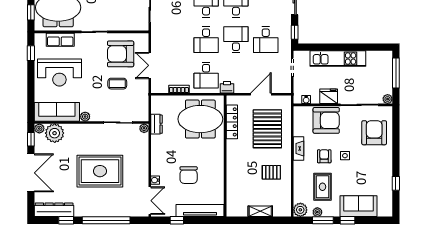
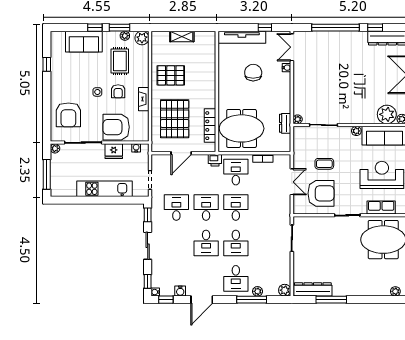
desk: (236, 40) -> (206, 208), turned 180
rug: (100, 171) -> (342, 77), removed
pallet: (271, 172) -> (171, 75), width x1.50, depth x1.42

